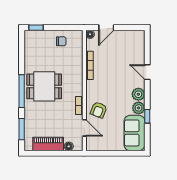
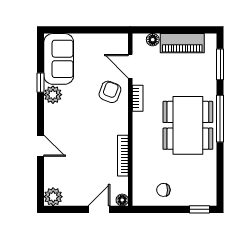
dining table: (44, 86) -> (188, 125), width x1.38
plant: (138, 94) -> (53, 197), moved

